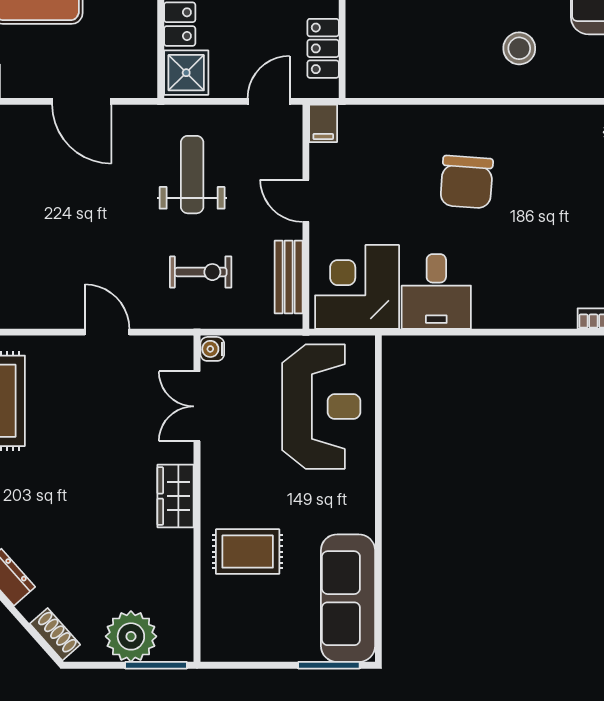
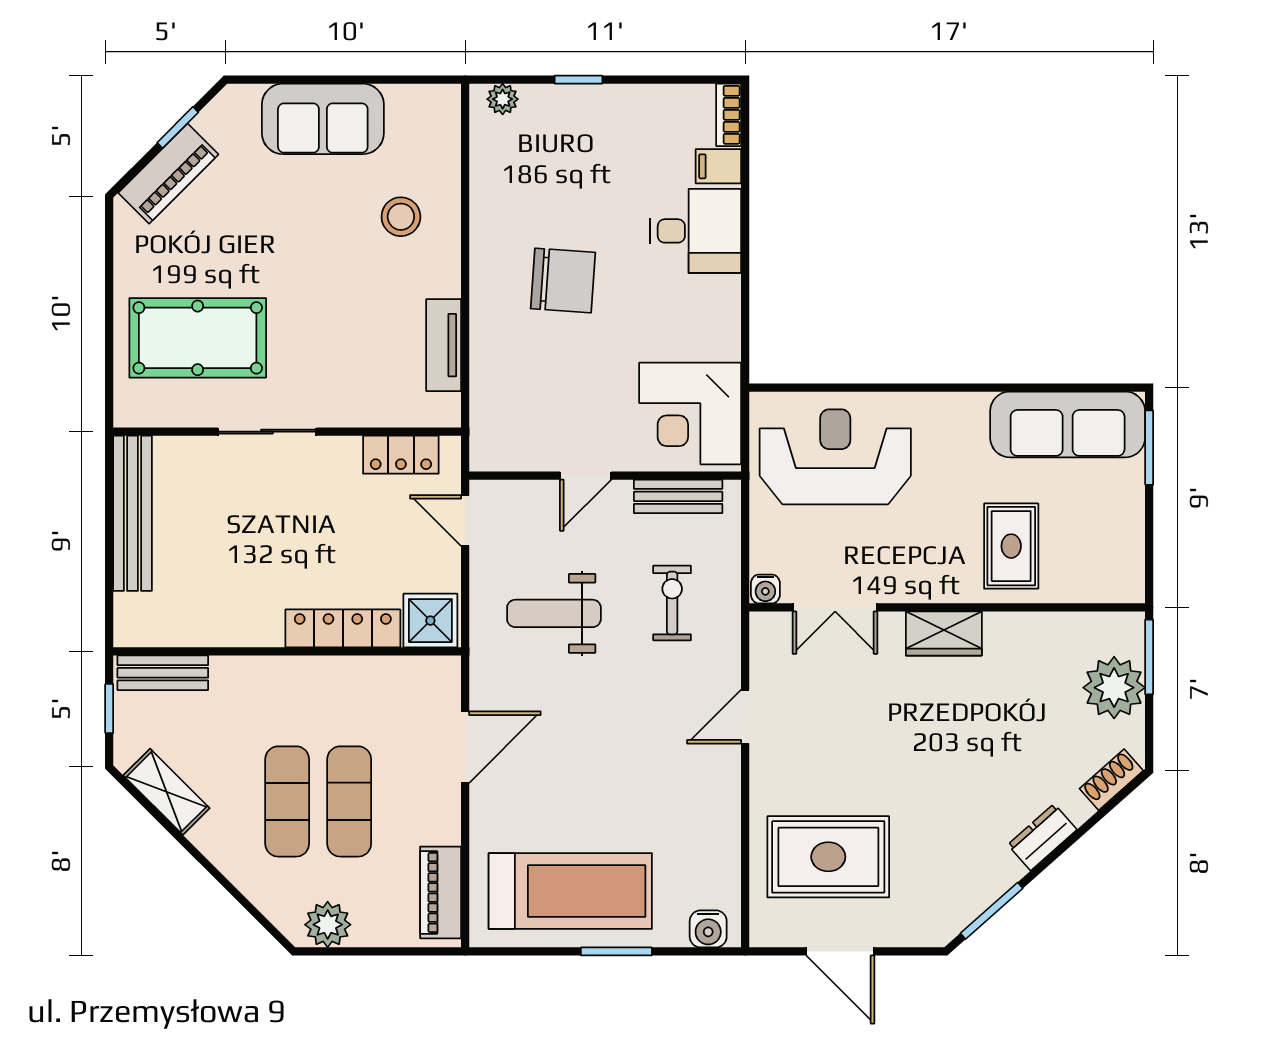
tv unit: (413, 84) -> (444, 345), added
filing cabinet: (323, 123) -> (718, 166), moved, turned 180
desk: (436, 292) -> (696, 231), moved

